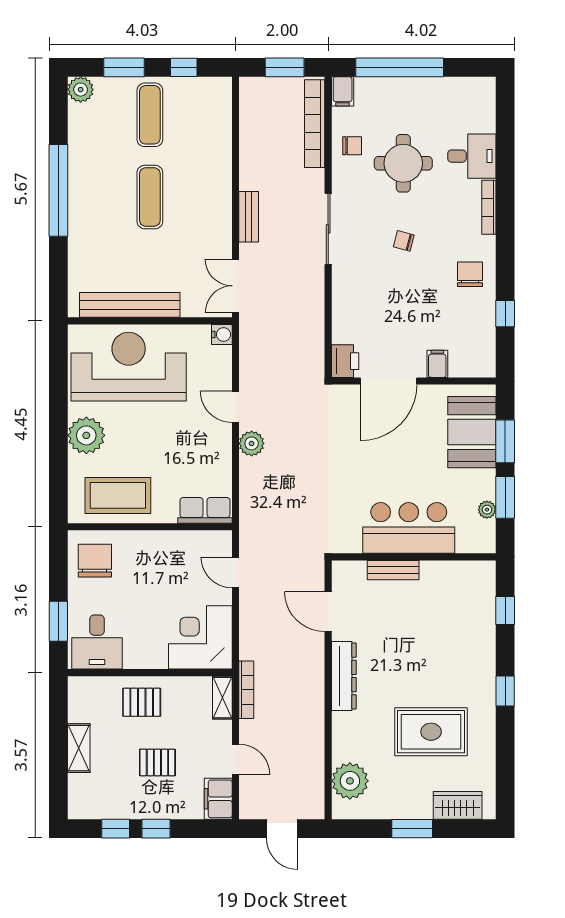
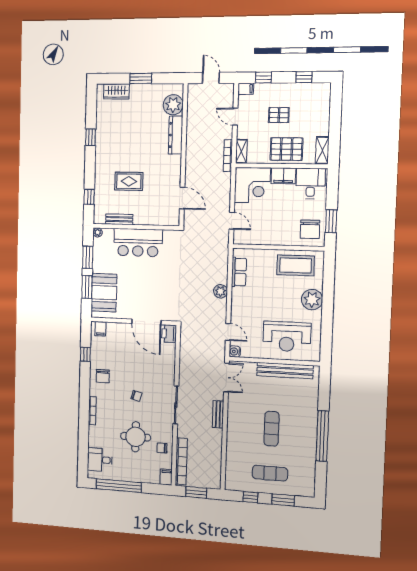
window: (400, 67) -> (119, 486), moved
plant: (81, 90) -> (308, 490), removed
exercise mat: (150, 115) -> (270, 473), turned 90
desk: (472, 156) -> (100, 460), moved
filing cabinet: (437, 364) -> (100, 329), moved
reception desk: (129, 367) -> (287, 337), width x0.74, depth x0.77
door: (389, 381) -> (146, 322), swing flipped
door: (235, 407) -> (228, 332), moved
row of seats: (205, 510) -> (239, 272), moved, turned -90
plant: (487, 510) -> (98, 232), moved
bench: (393, 570) -> (119, 219), moved
window: (58, 621) -> (331, 221), moved
filing cabinet: (145, 655) -> (283, 176), added
dresser: (344, 676) -> (176, 135), moved
window: (505, 691) -> (91, 137), moved
pallet: (142, 702) -> (286, 149), width x1.50, depth x1.42
rug: (431, 732) -> (129, 181), moved, width x0.73, depth x0.70
shelving: (79, 748) -> (322, 150), moved
filing cabinet: (218, 799) -> (246, 89), width x0.50
window: (156, 829) -> (264, 77), moved

